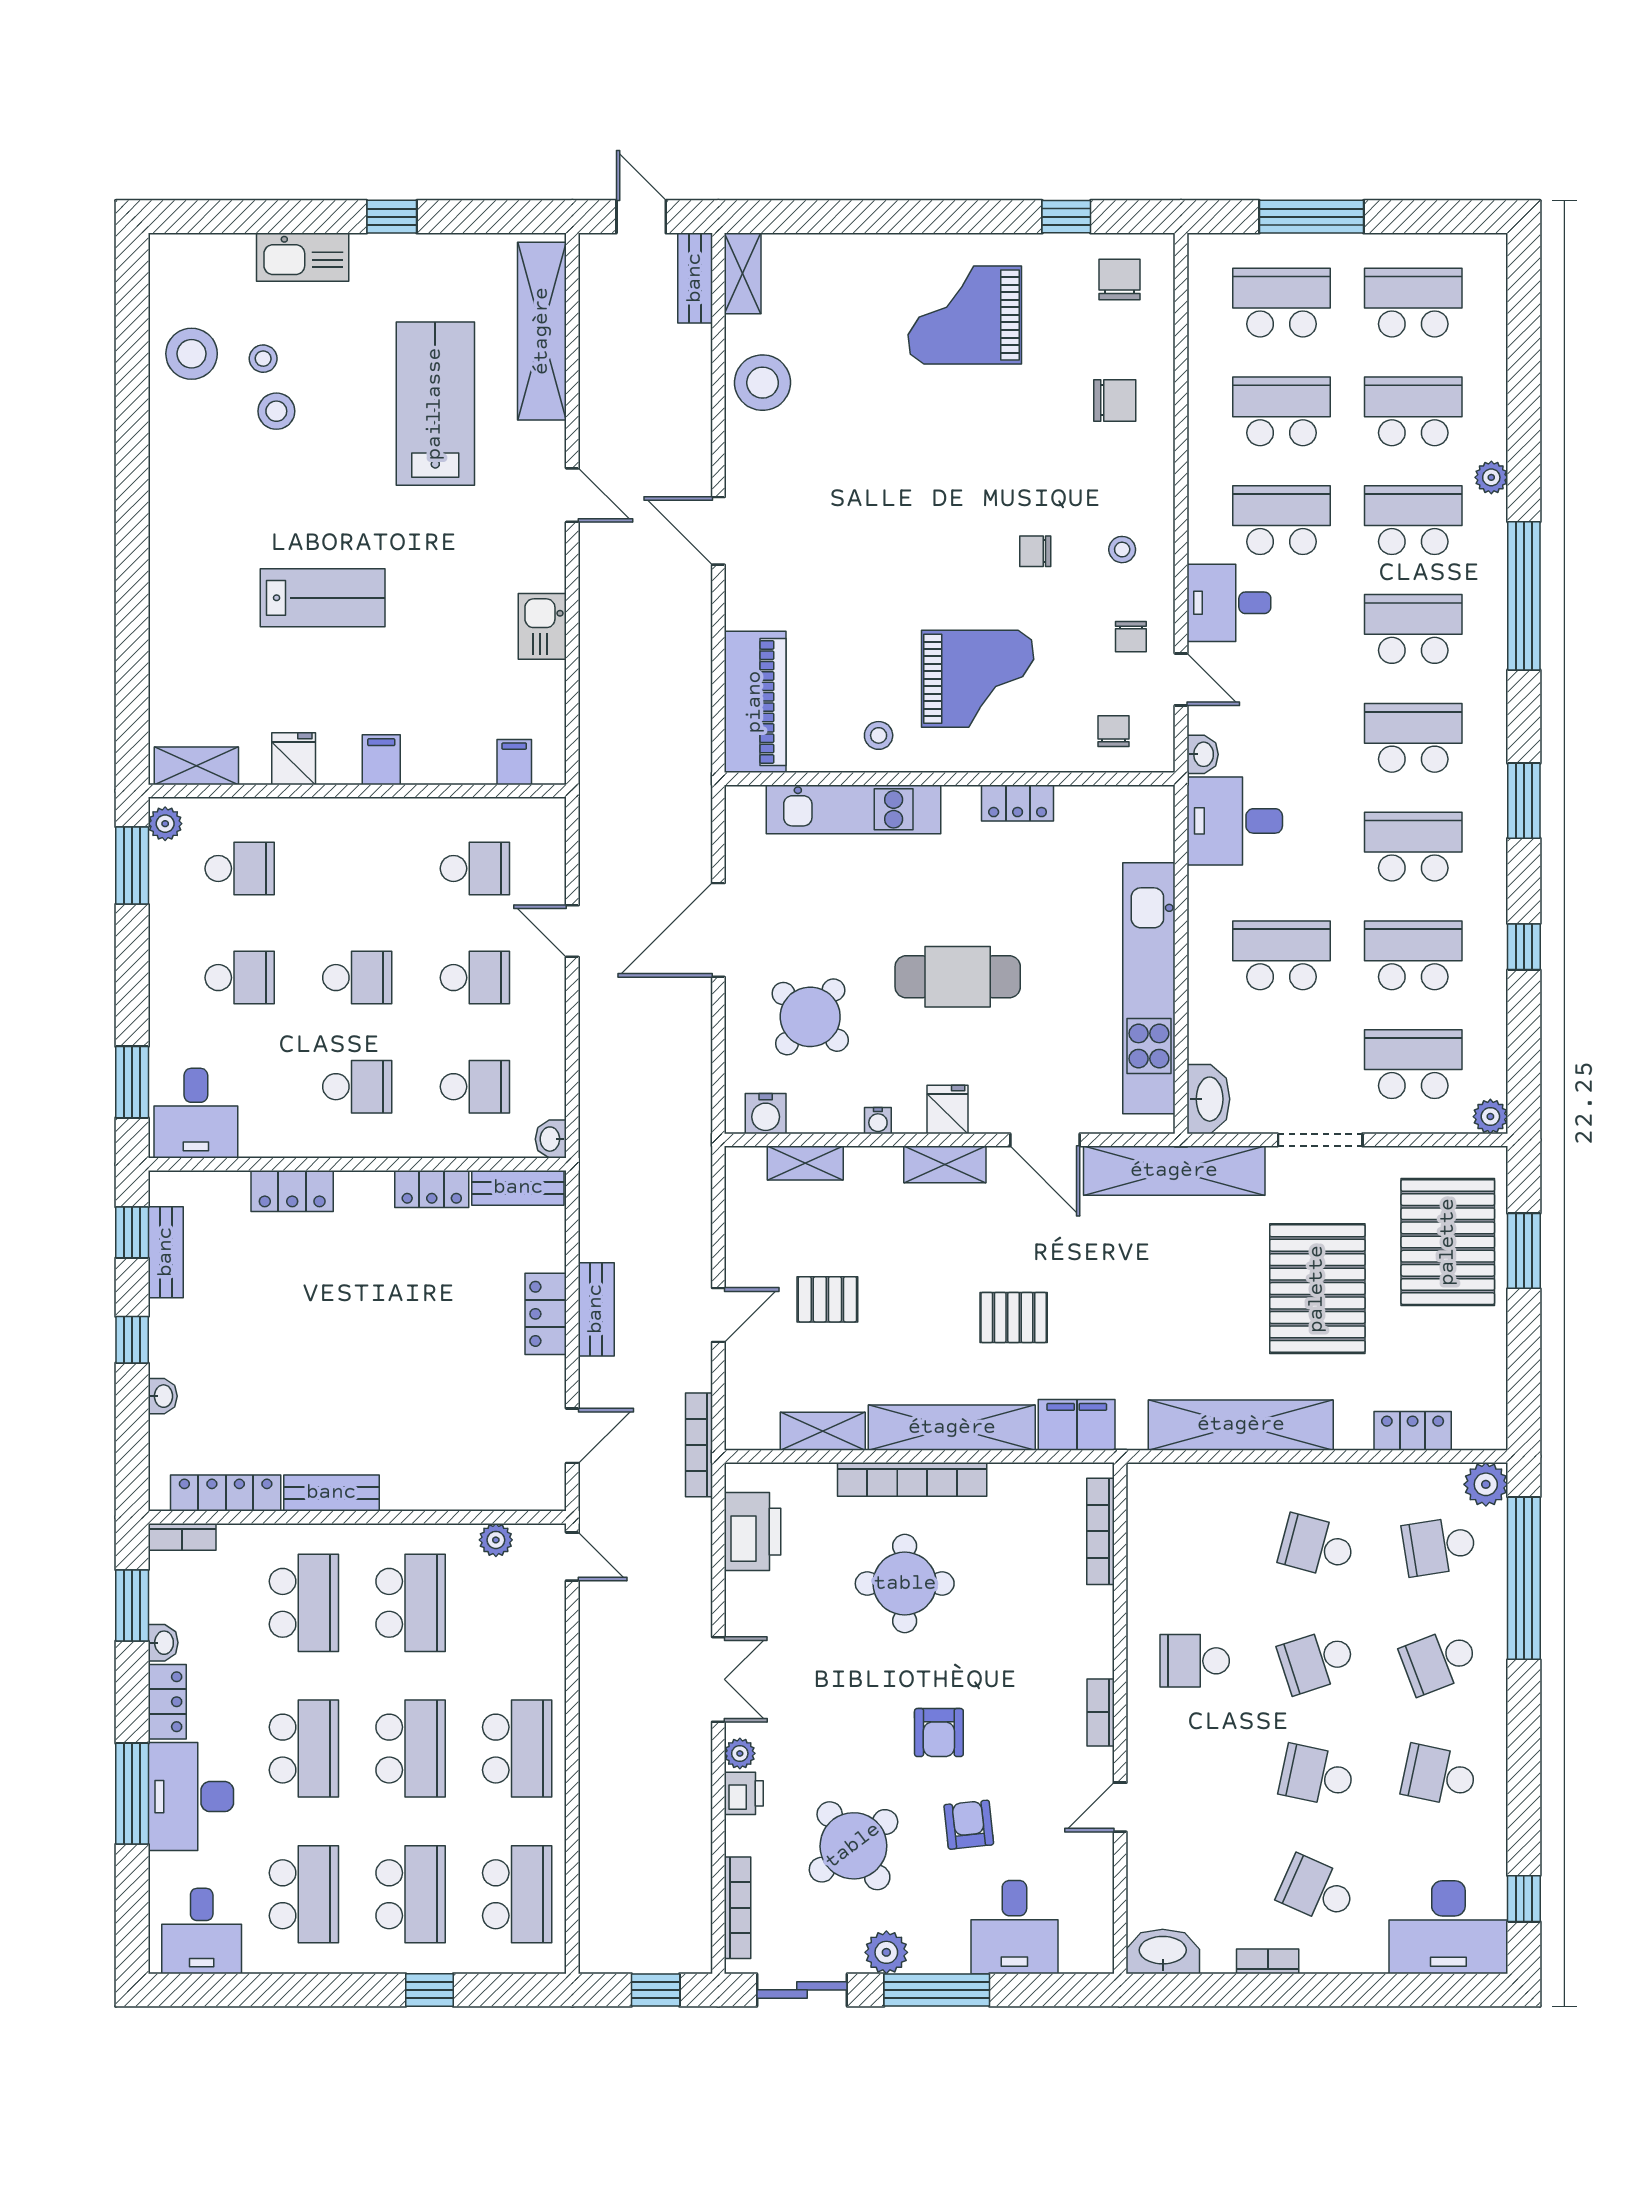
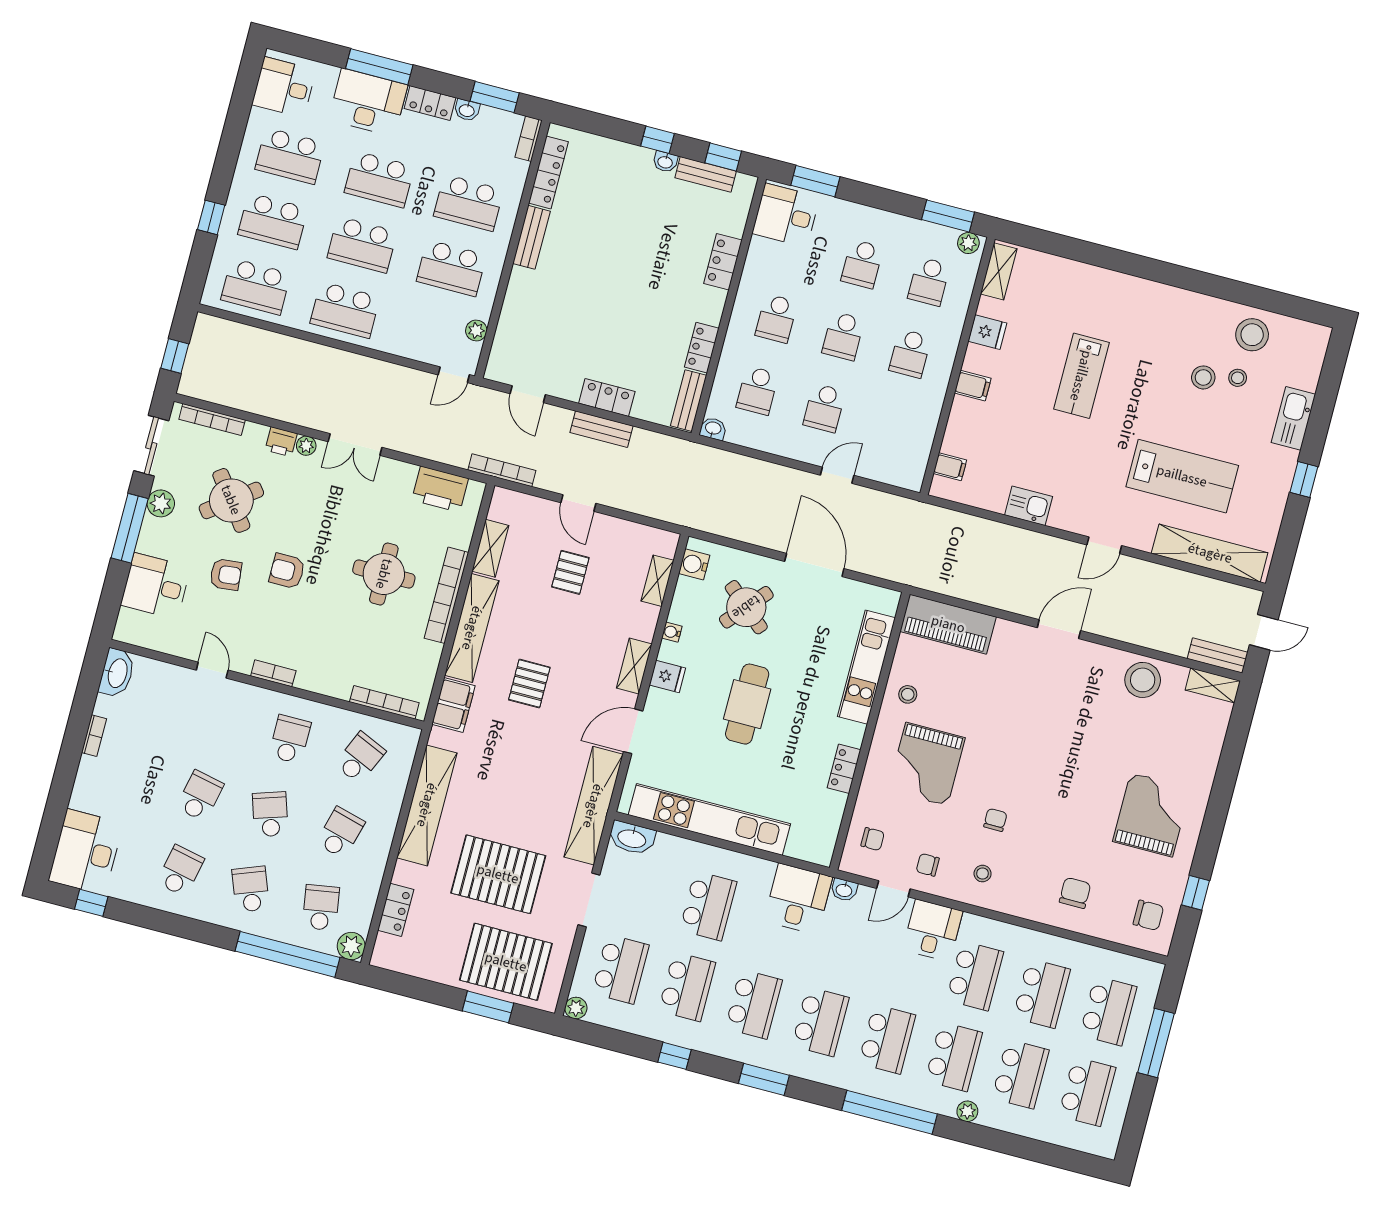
chair: (1115, 400) -> (1075, 893), turned 180
school desk: (475, 868) -> (910, 354), moved
washbasin: (163, 1396) -> (665, 162), moved
school desk: (1317, 1890) -> (360, 758), moved

